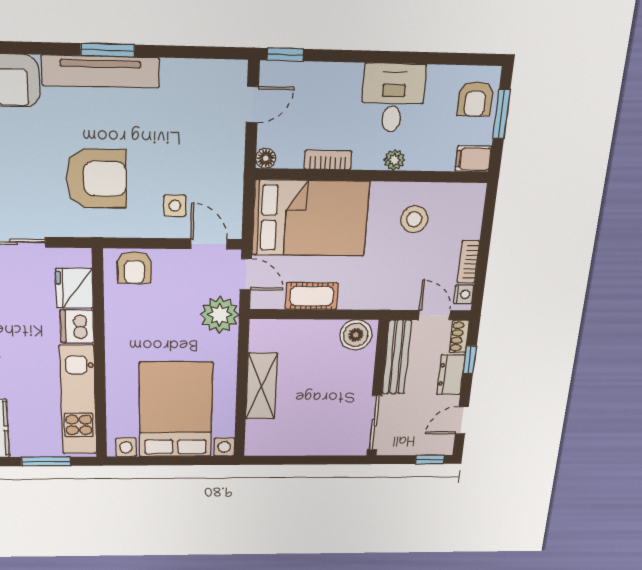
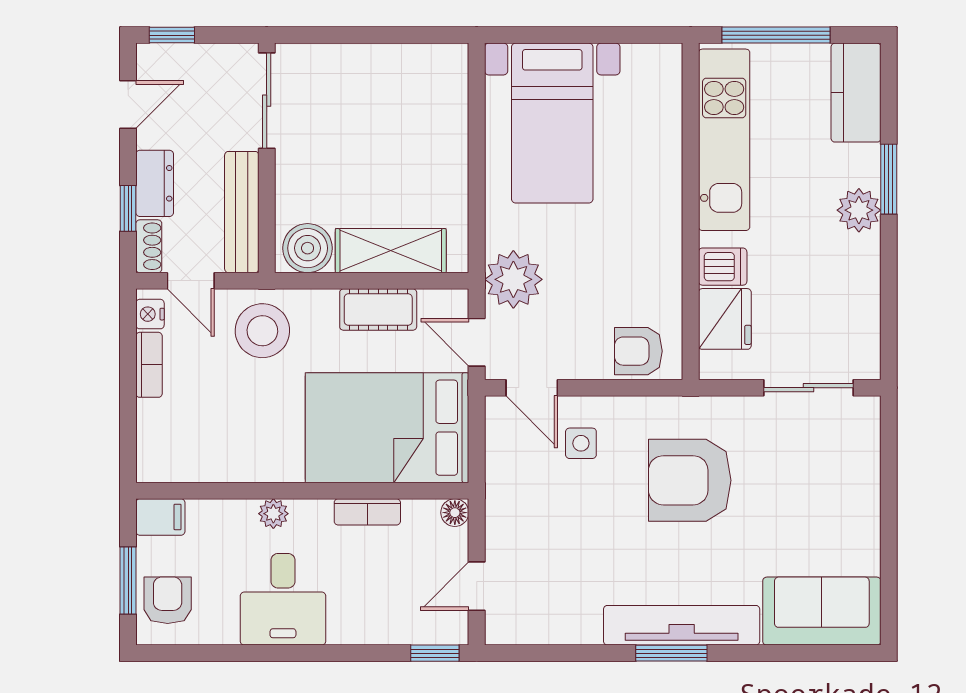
stool: (414, 219) -> (262, 331), moved, width x1.38, depth x1.38
armchair: (134, 268) -> (638, 351), turned -90
dishwasher: (77, 327) -> (723, 267), width x0.73
shelving: (261, 386) -> (391, 251), moved, turned 90
bed with nightstands: (176, 410) -> (552, 123), width x0.73
window: (46, 461) -> (776, 35), width x1.44

